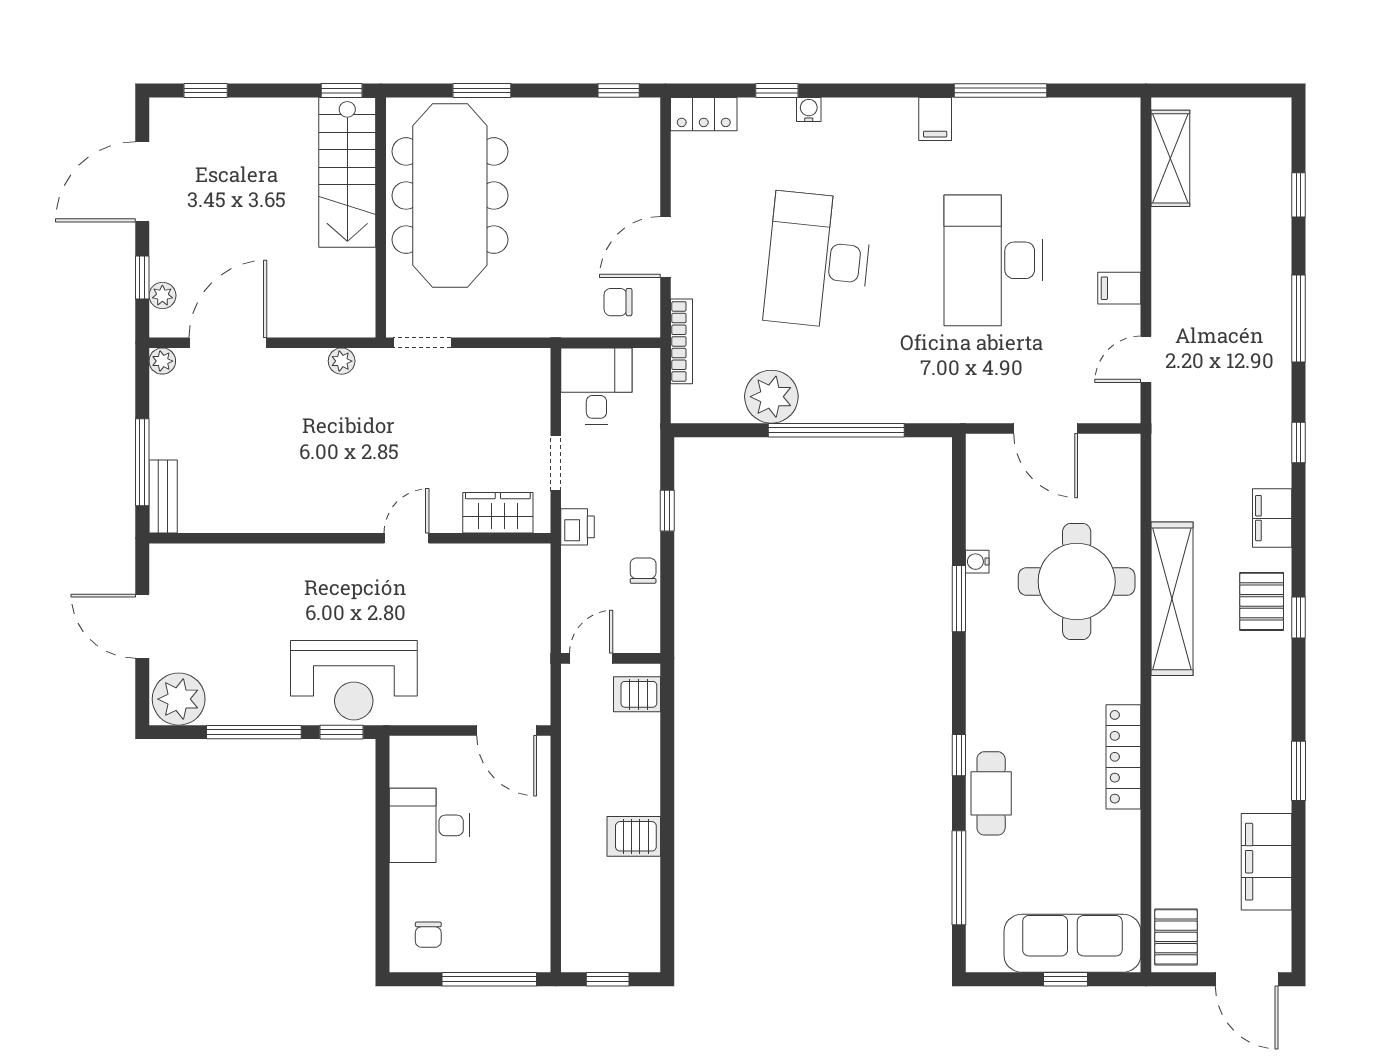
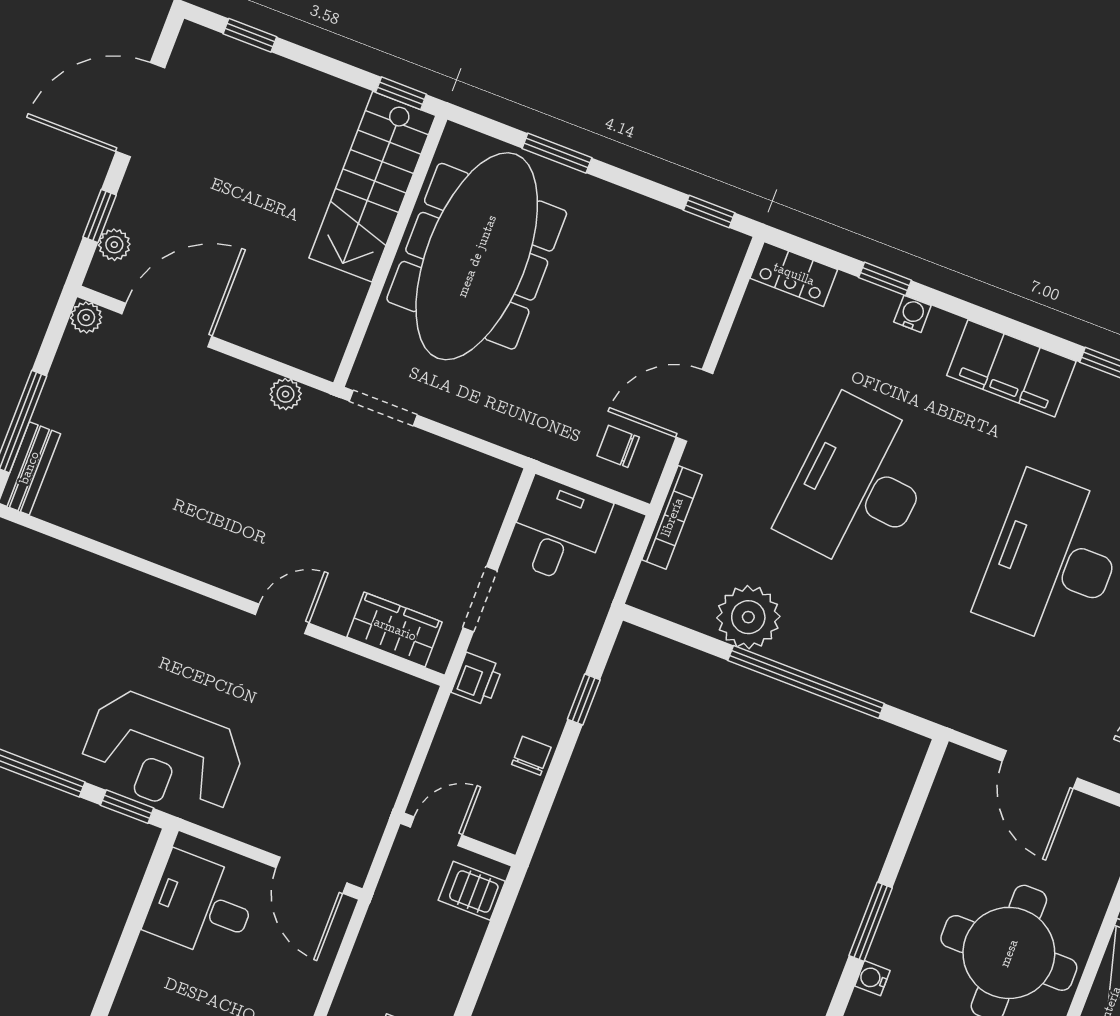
filing cabinet: (935, 119) -> (1011, 368), width x3.00, depth x1.17
water cooler: (977, 562) -> (872, 978), moved
desk: (429, 825) -> (201, 905), moved

